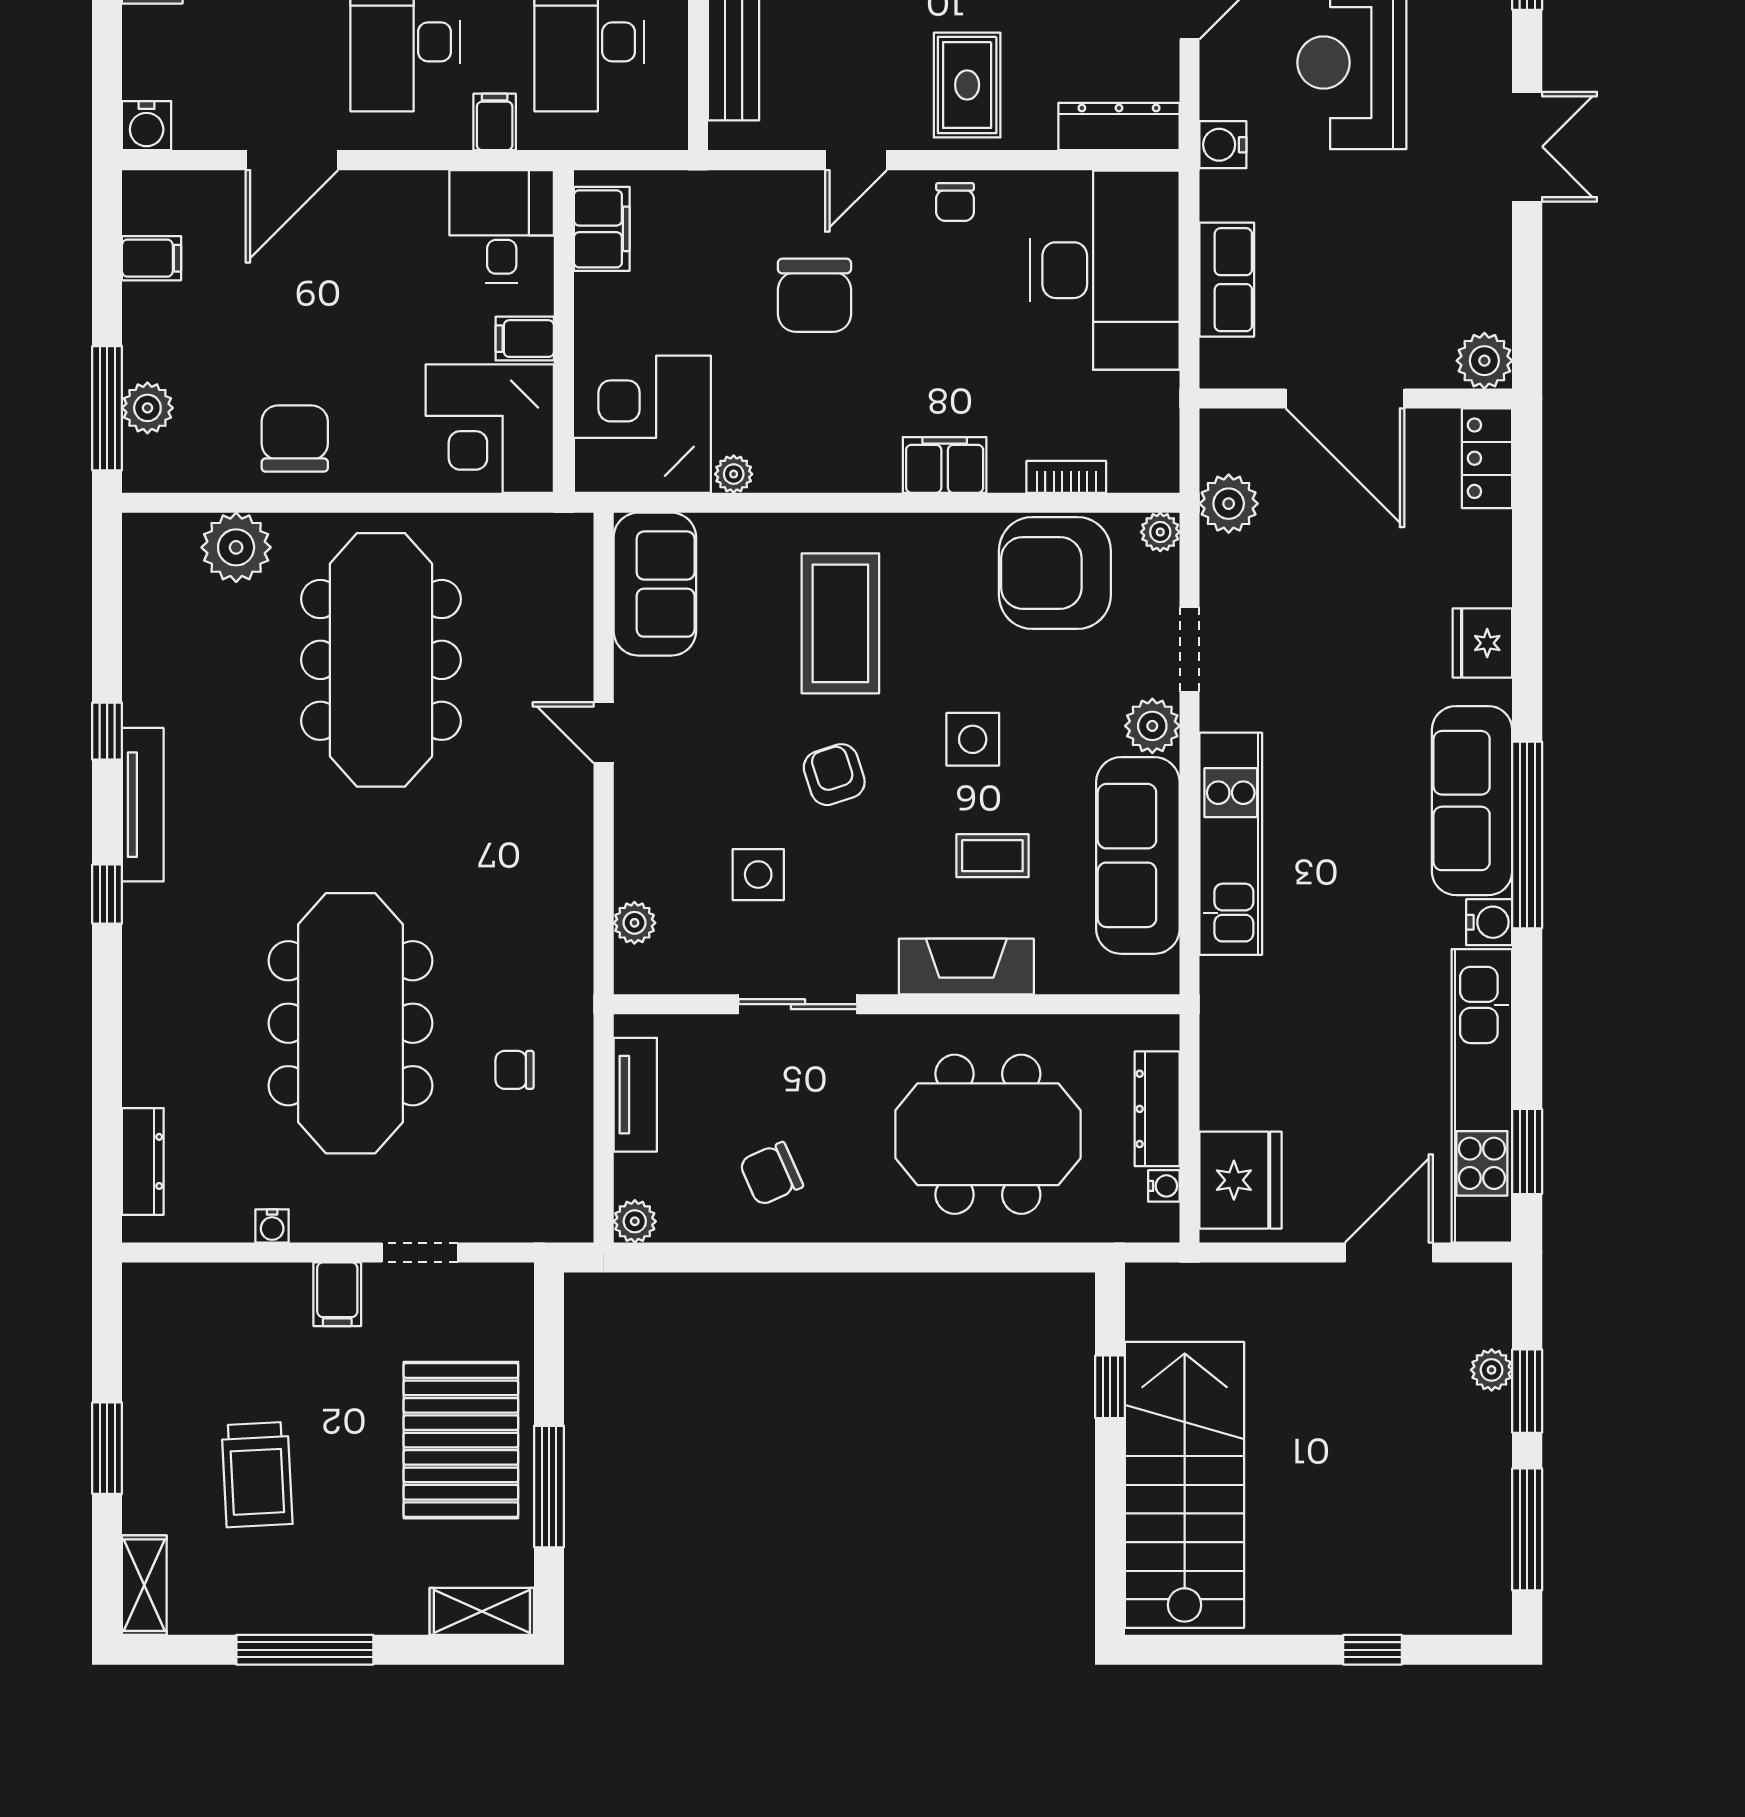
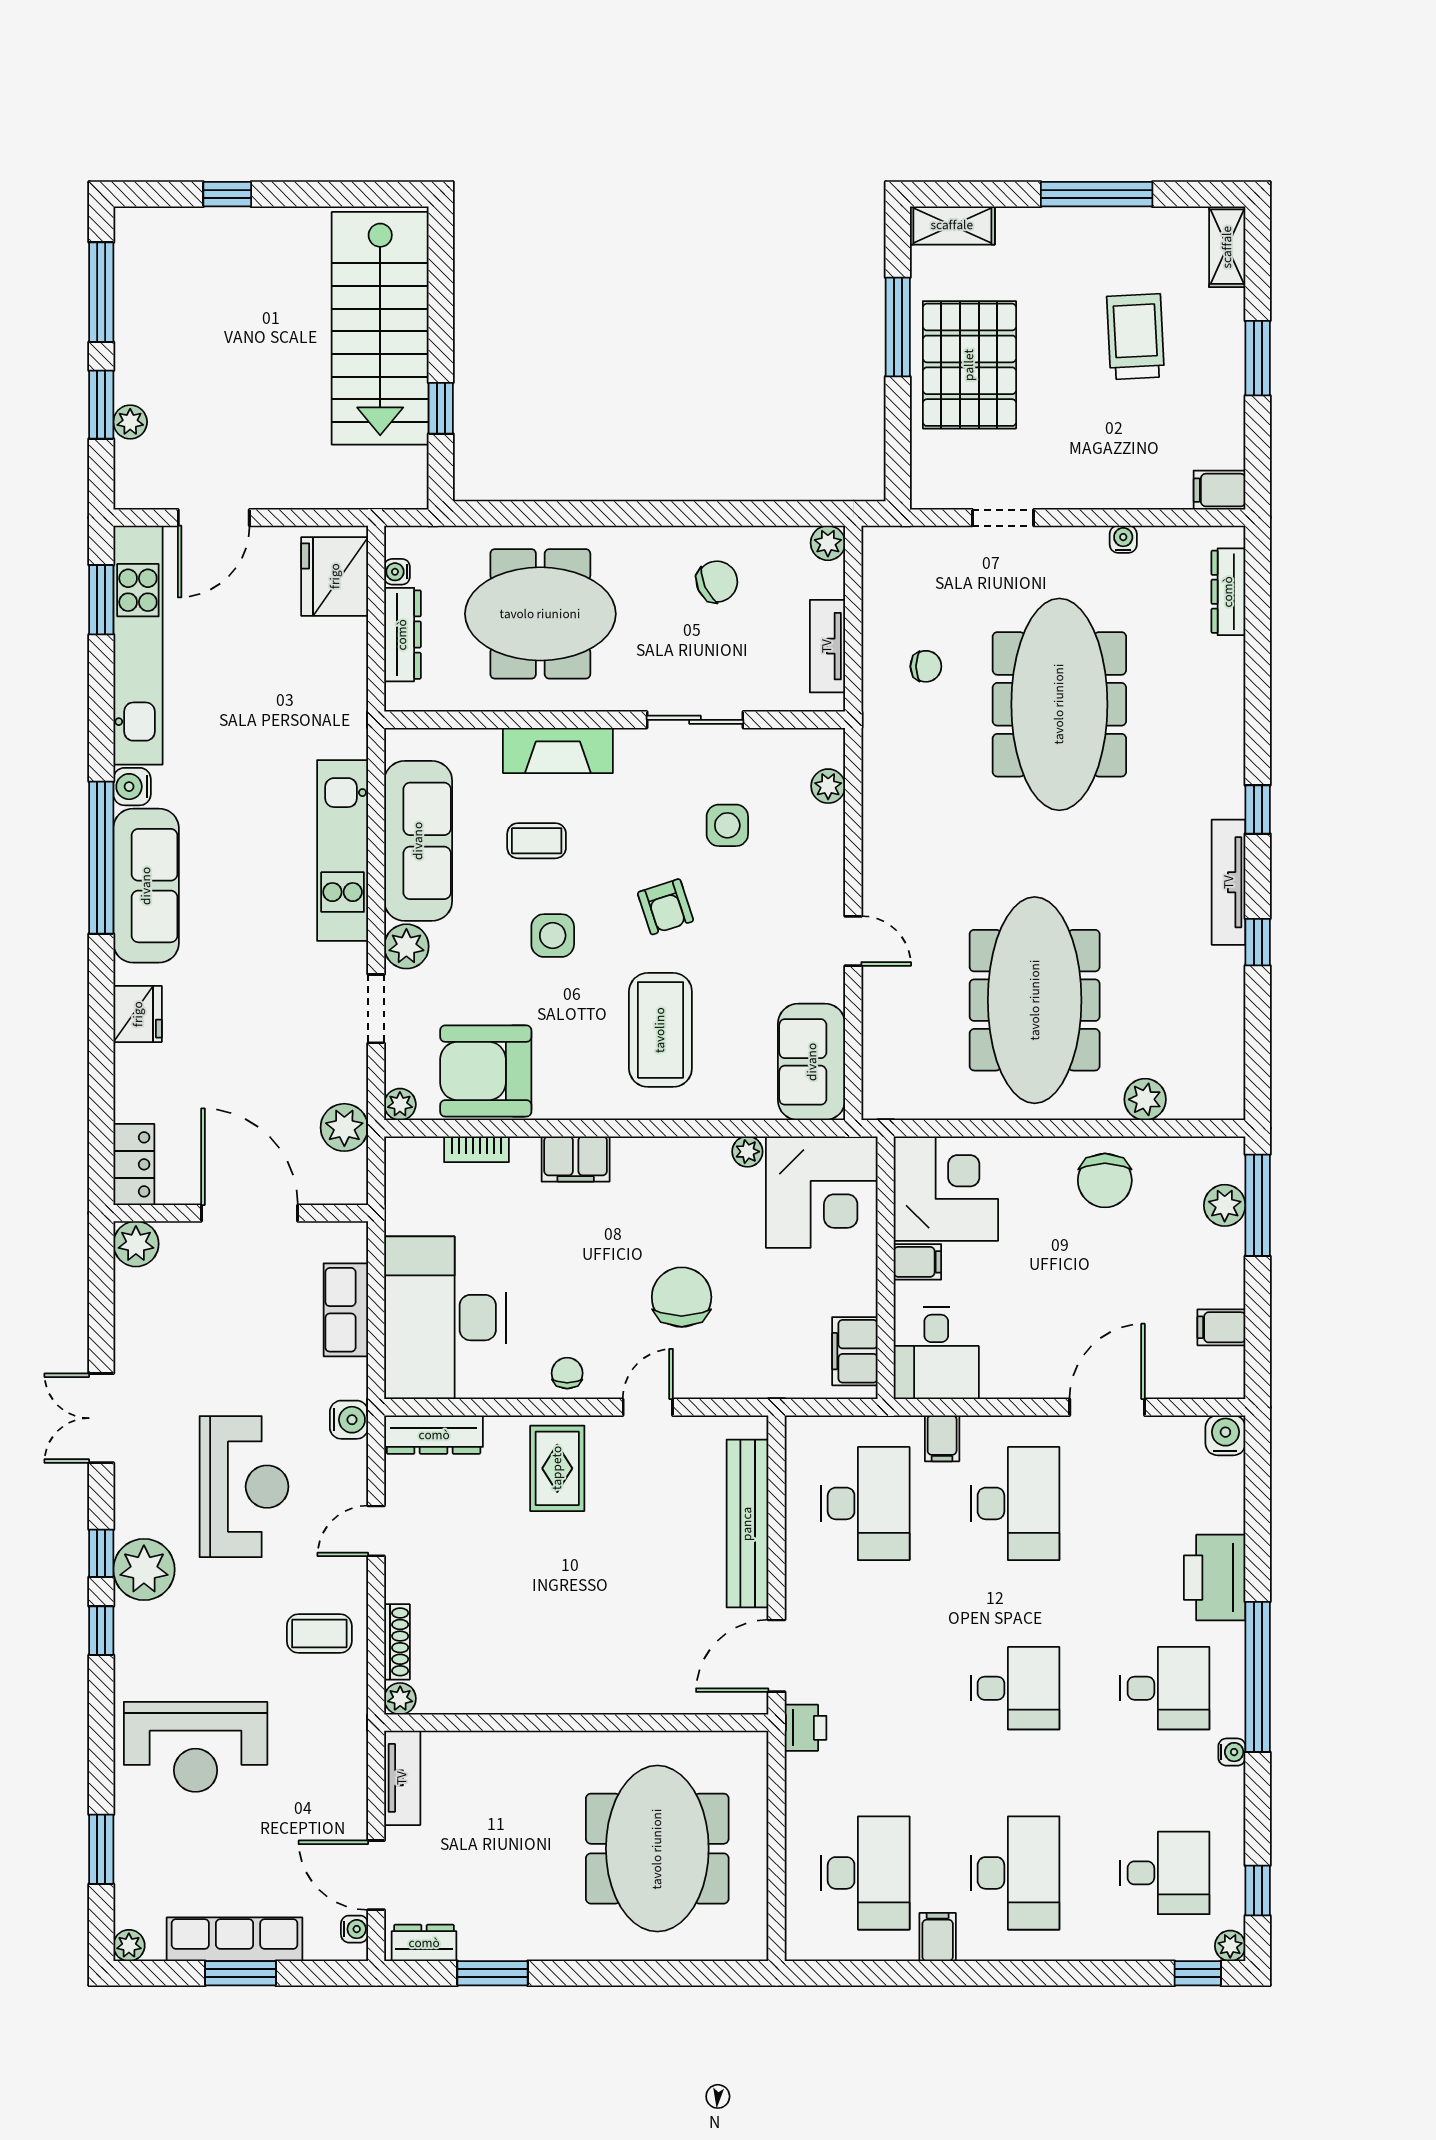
plant: (236, 547) -> (1145, 1099), width x0.73, depth x0.73
armchair: (1055, 573) -> (486, 1071), turned 180
filing cabinet: (337, 1294) -> (1220, 490), moved, turned -90

